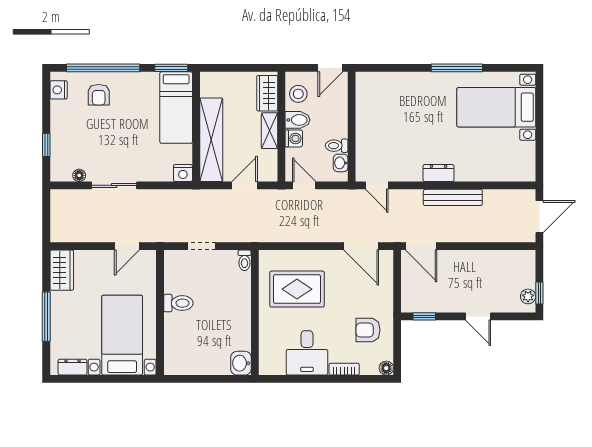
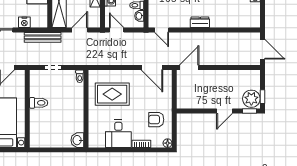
nightstand: (183, 173) -> (24, 22), moved
bench: (453, 197) -> (43, 37), moved
door: (539, 217) -> (262, 49), hinge flipped
door: (421, 246) -> (189, 68), swing flipped
plant: (528, 296) -> (251, 99), width x1.88, depth x1.88
window: (424, 316) -> (250, 111), moved
door: (478, 316) -> (224, 111), hinge flipped

